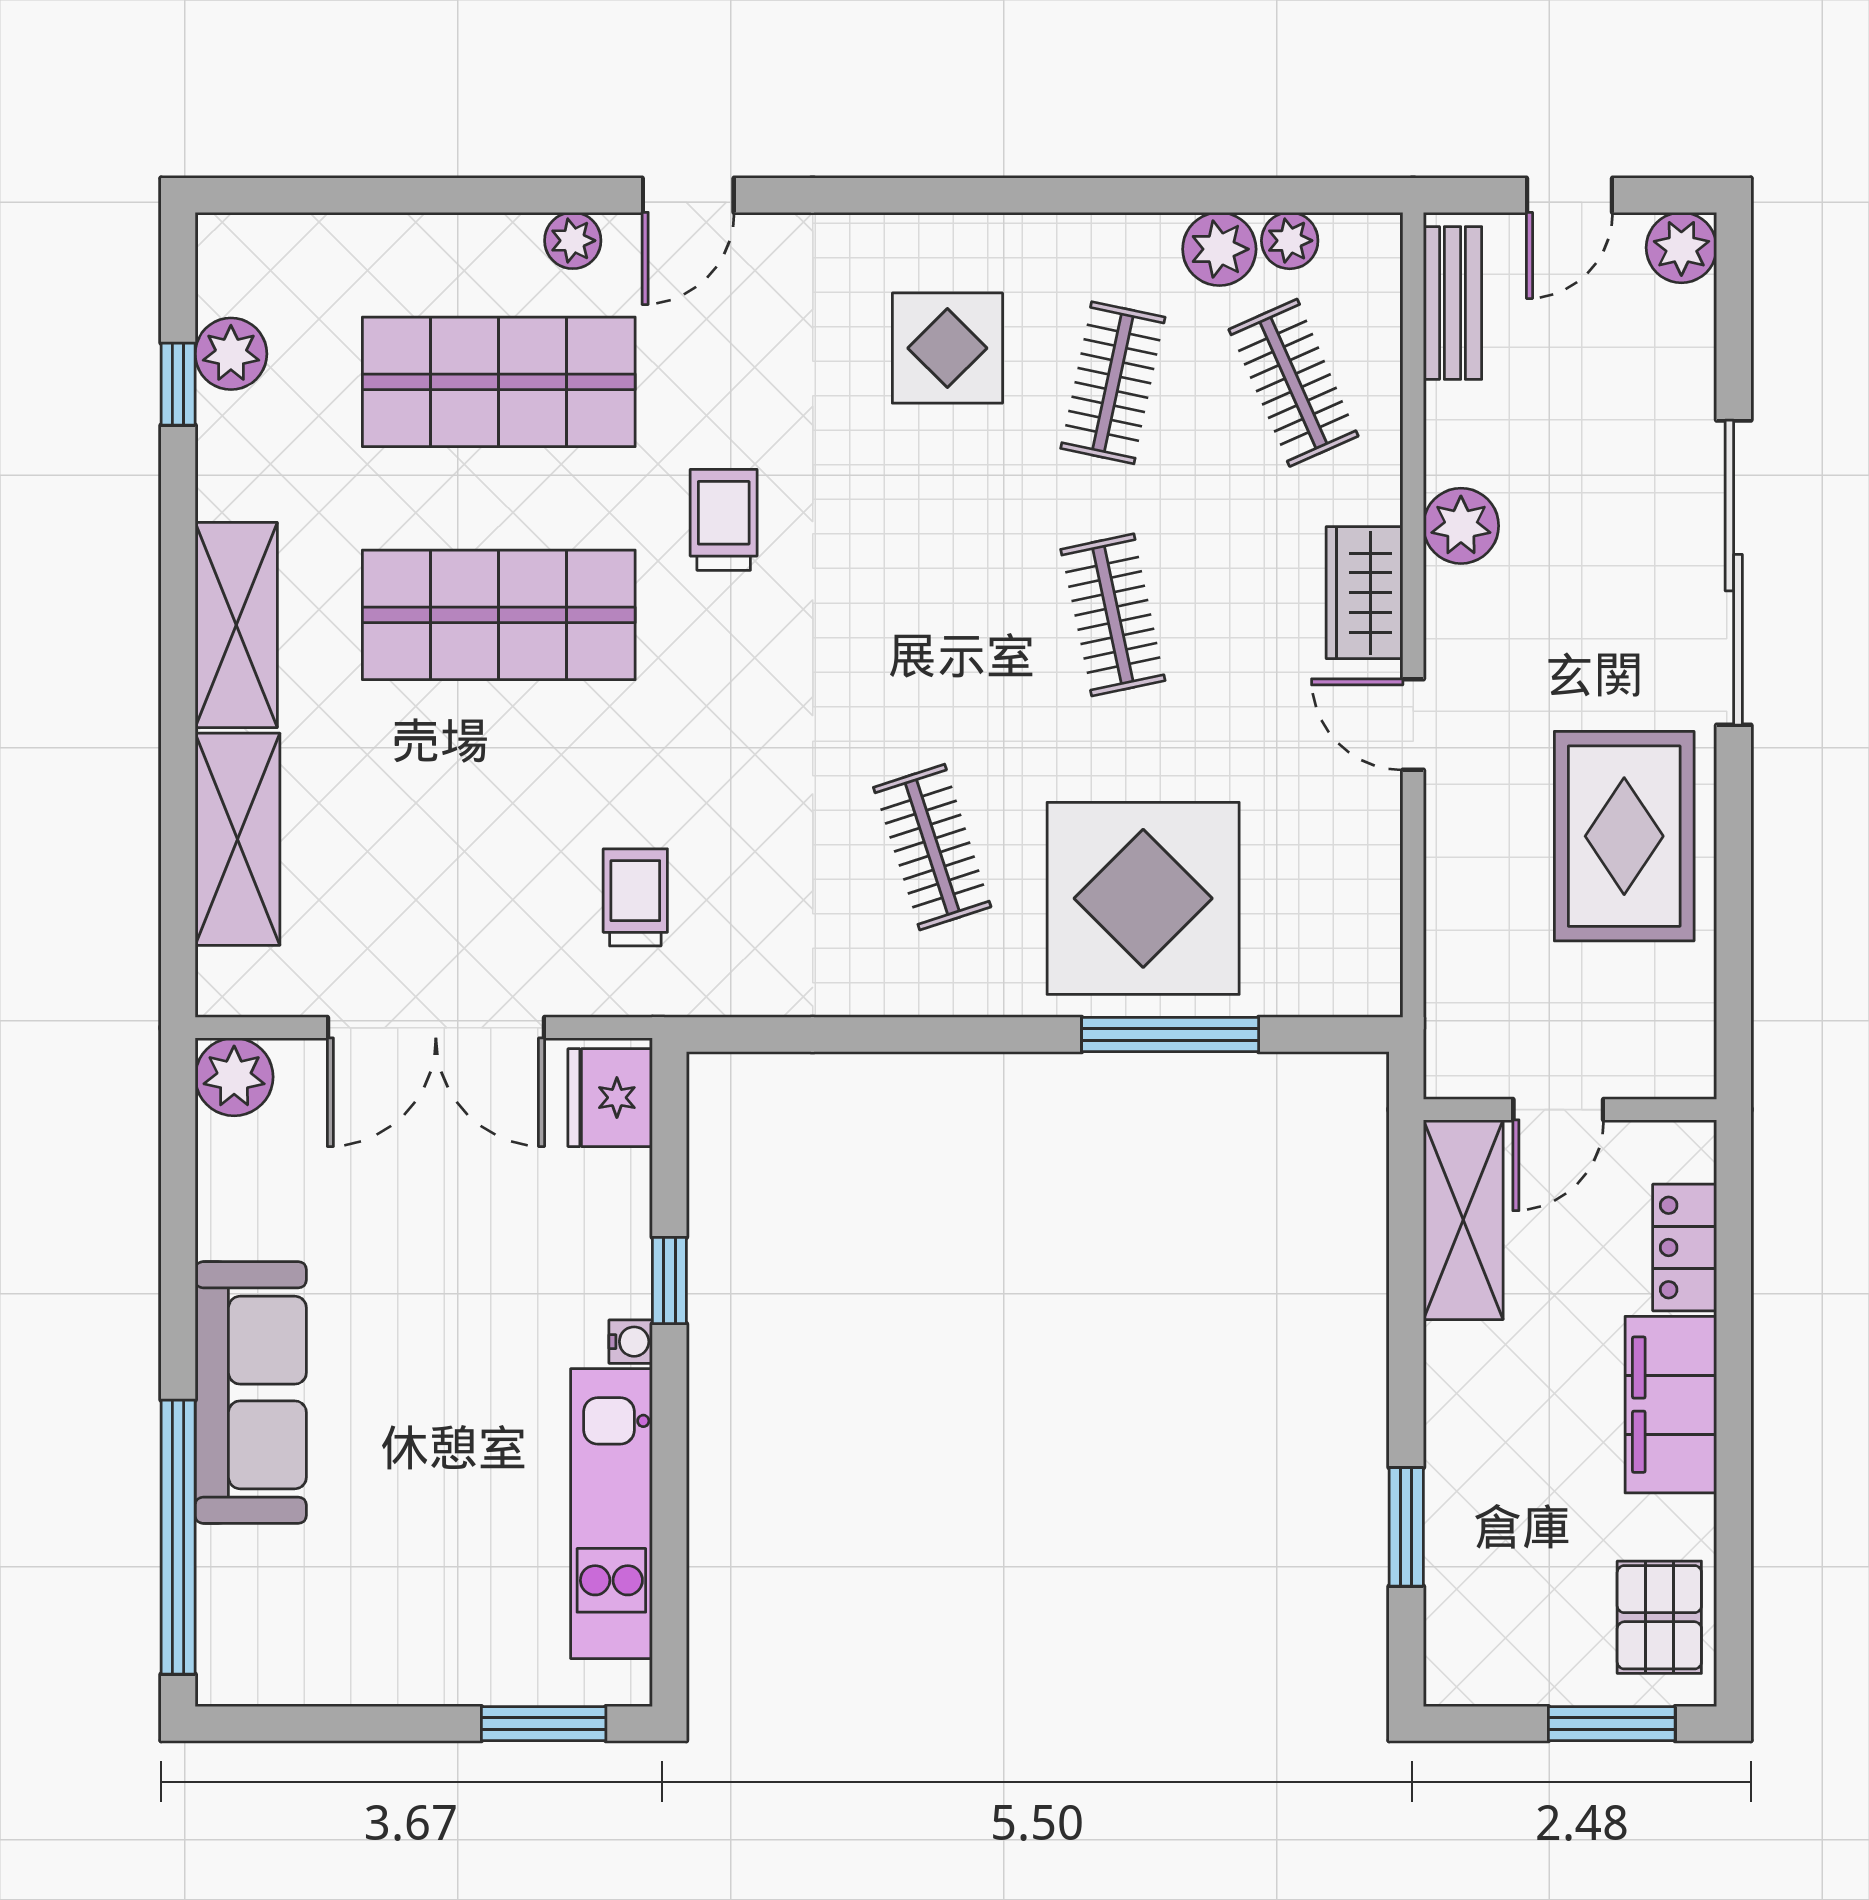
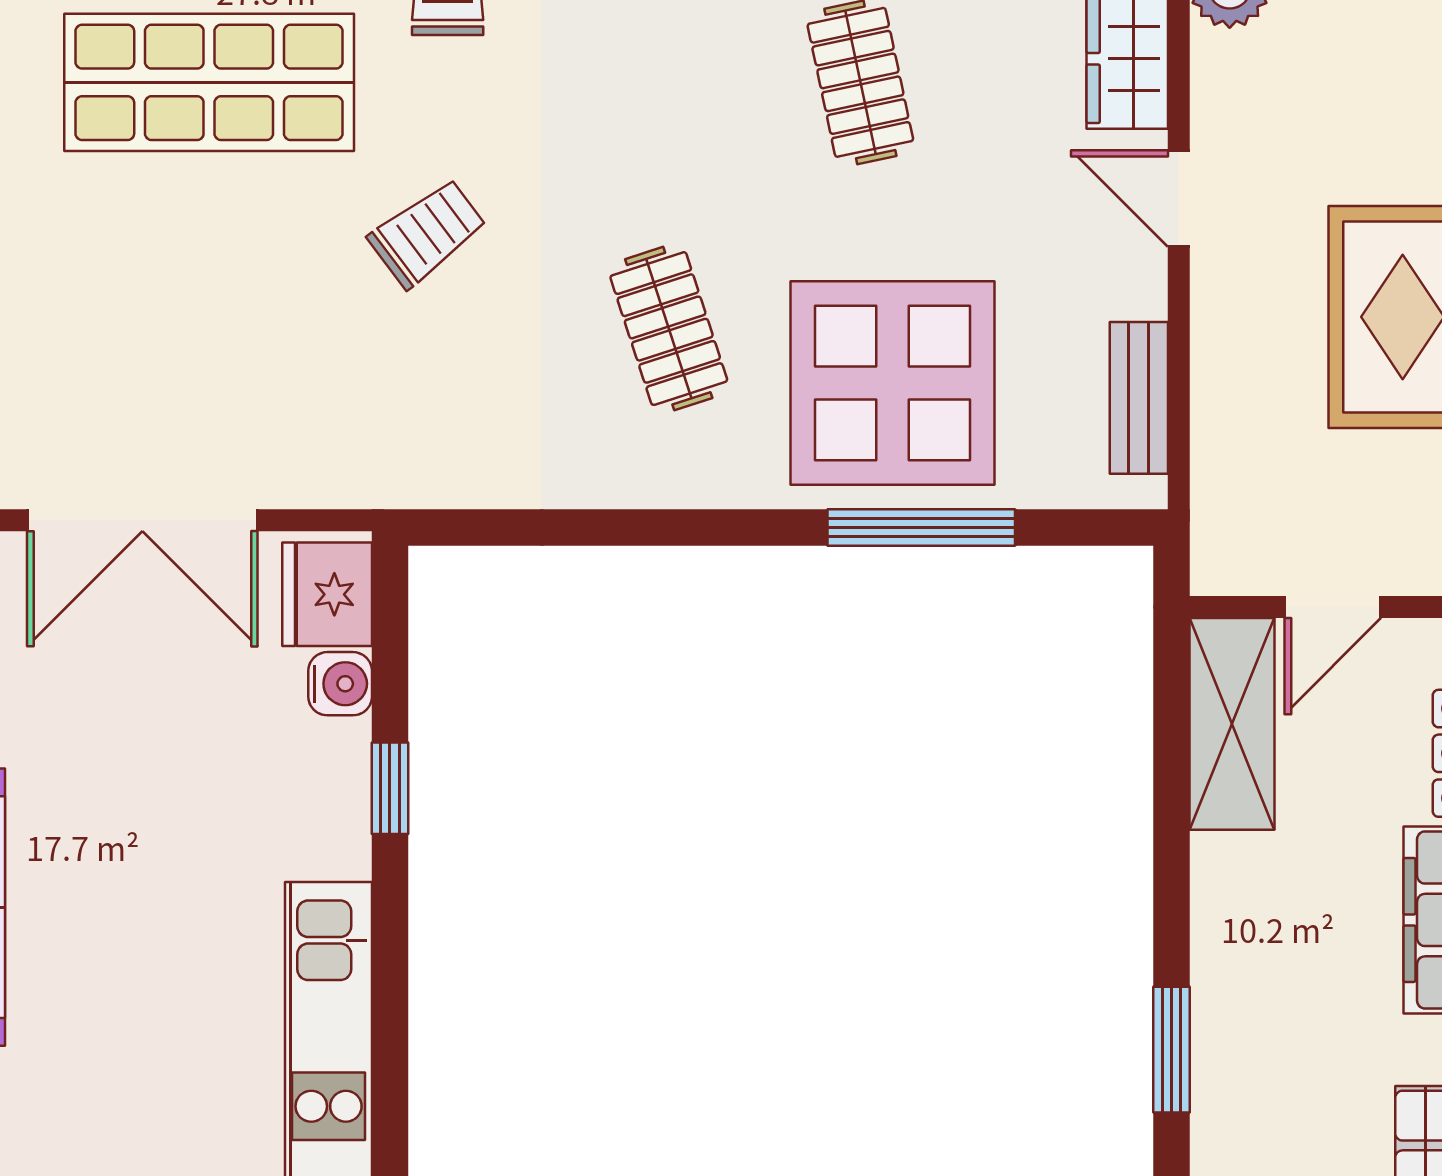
trolley: (635, 897) -> (427, 233), moved, turned 53
bench: (1375, 912) -> (1139, 398), added
water cooler: (631, 1342) -> (340, 684), moved, width x1.38, depth x1.38

